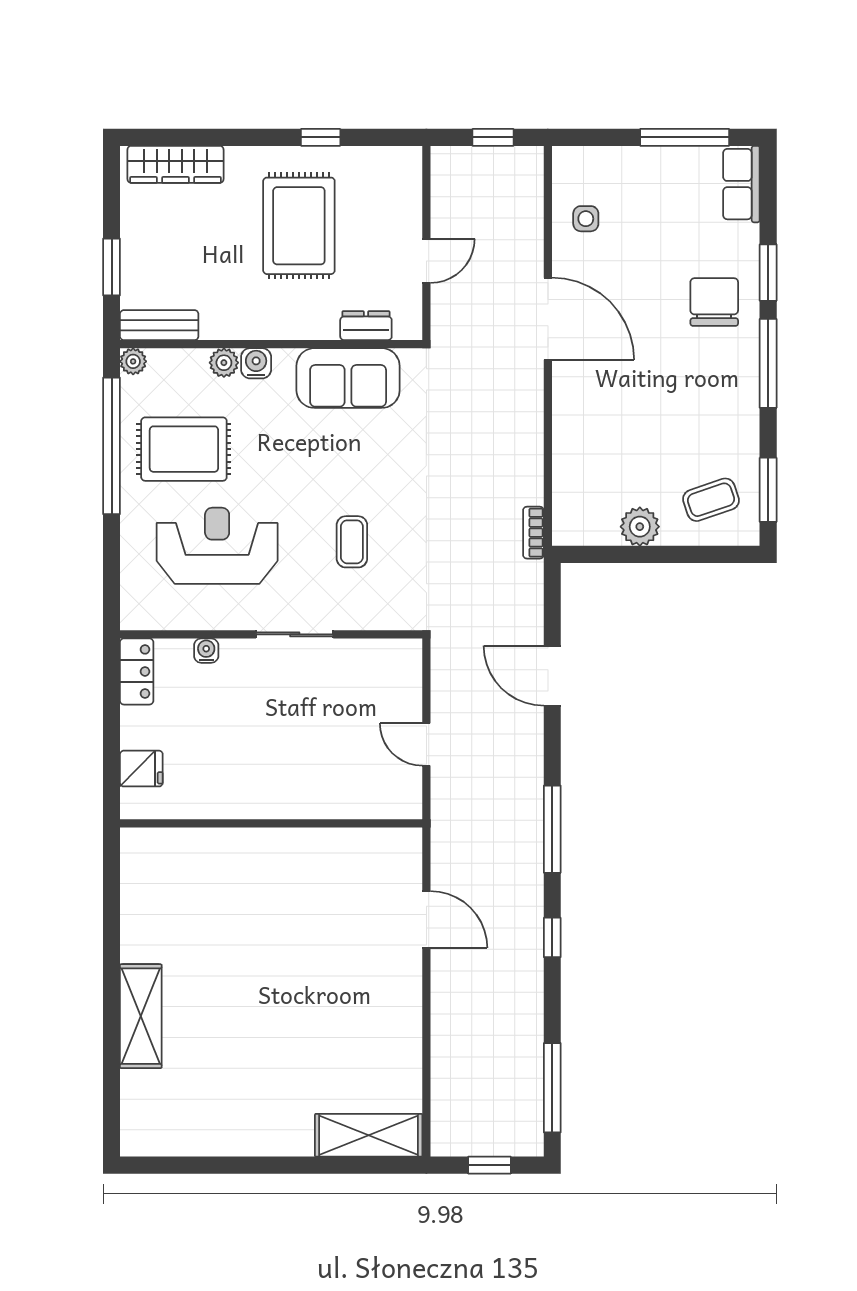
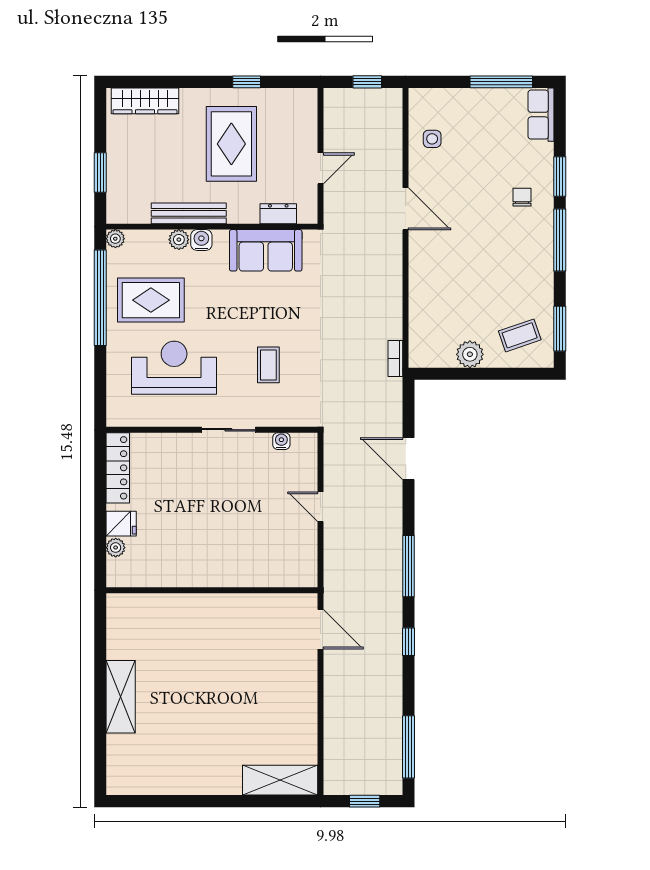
chair: (714, 302) -> (522, 197), width x0.54, depth x0.54
door: (548, 319) -> (406, 209), width x0.73
bench: (159, 325) -> (189, 213), moved, width x1.36
water cooler: (206, 651) -> (281, 441), moved
locker: (137, 671) -> (118, 468), width x1.53
plant: (134, 803) -> (116, 548), added
wall: (271, 823) -> (212, 590), moved

